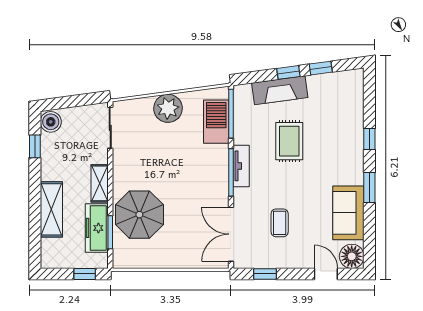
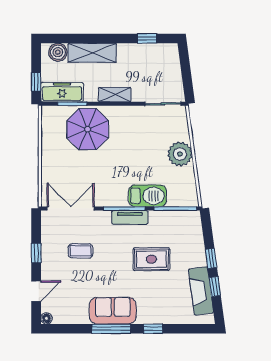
fireplace: (280, 90) -> (201, 291), moved
boiler: (51, 122) -> (58, 52), moved
barbecue: (216, 122) -> (148, 196), moved
window: (369, 188) -> (111, 329), width x1.44
sofa: (348, 213) -> (113, 311), moved
freezer: (97, 228) -> (62, 92), moved
floor lamp: (352, 256) -> (46, 318), width x0.53, depth x0.53
window: (265, 274) -> (36, 253), moved

